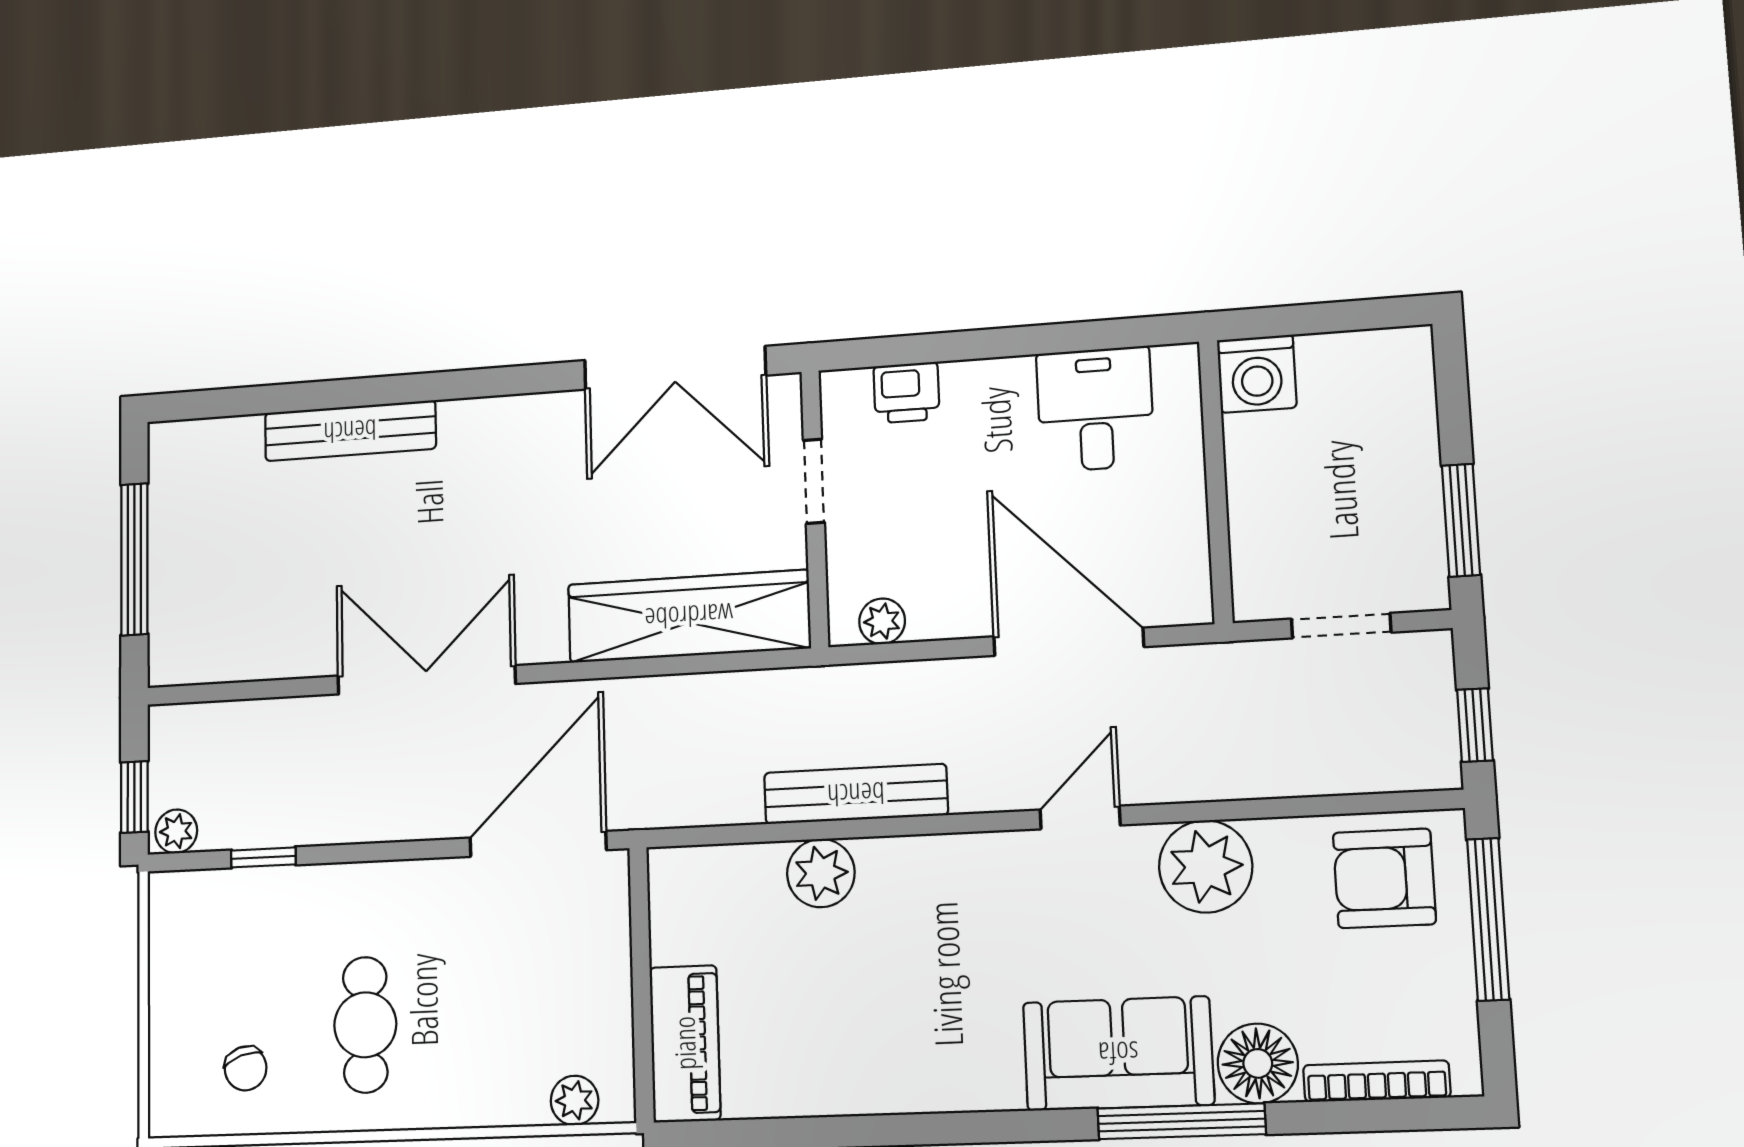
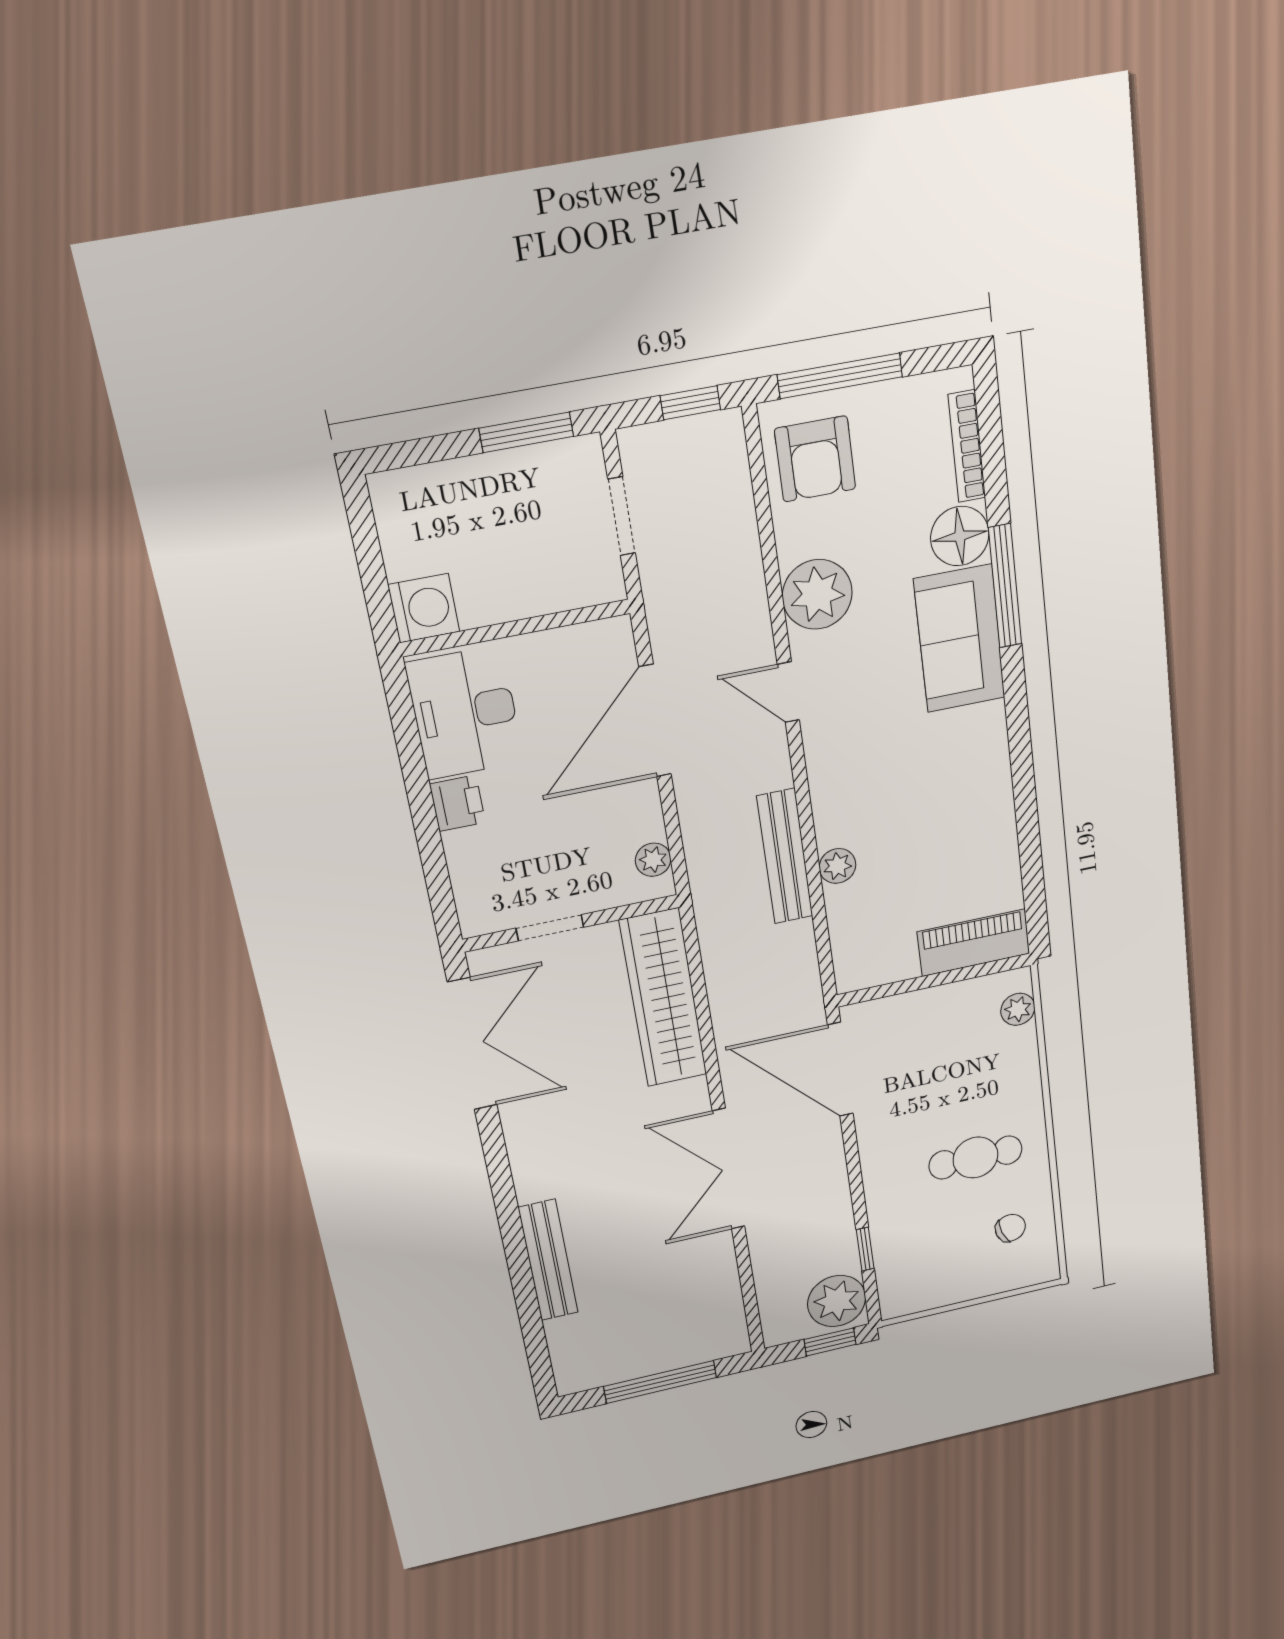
printer: (906, 393) -> (457, 803), moved
desk: (1095, 409) -> (465, 713), width x1.37
plant: (176, 831) -> (837, 1301), width x1.87, depth x1.87
plant: (821, 873) -> (837, 866), width x0.73, depth x0.73

